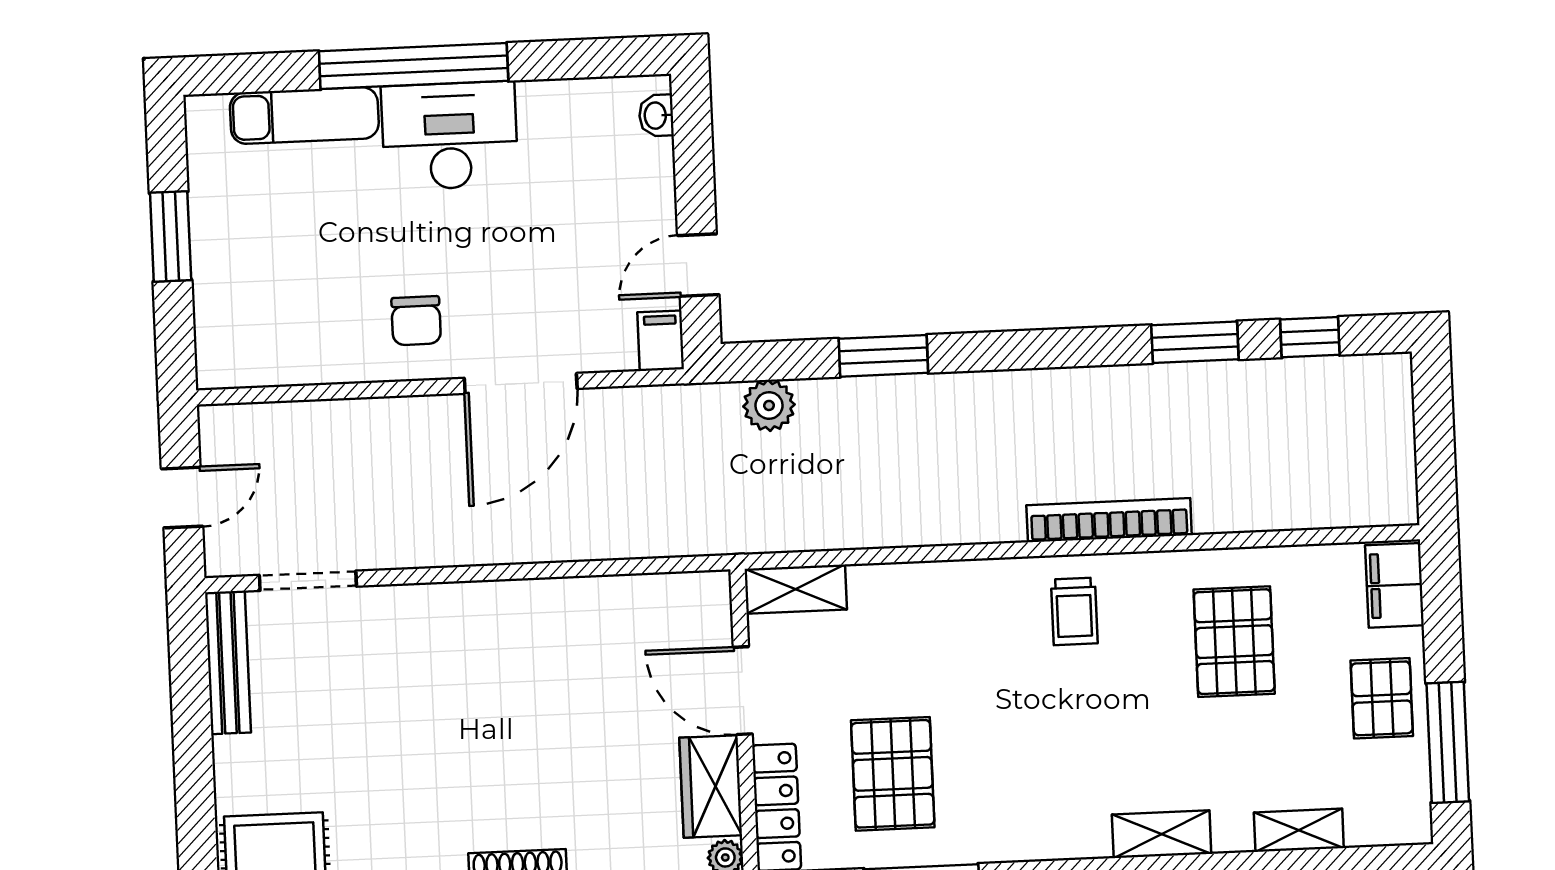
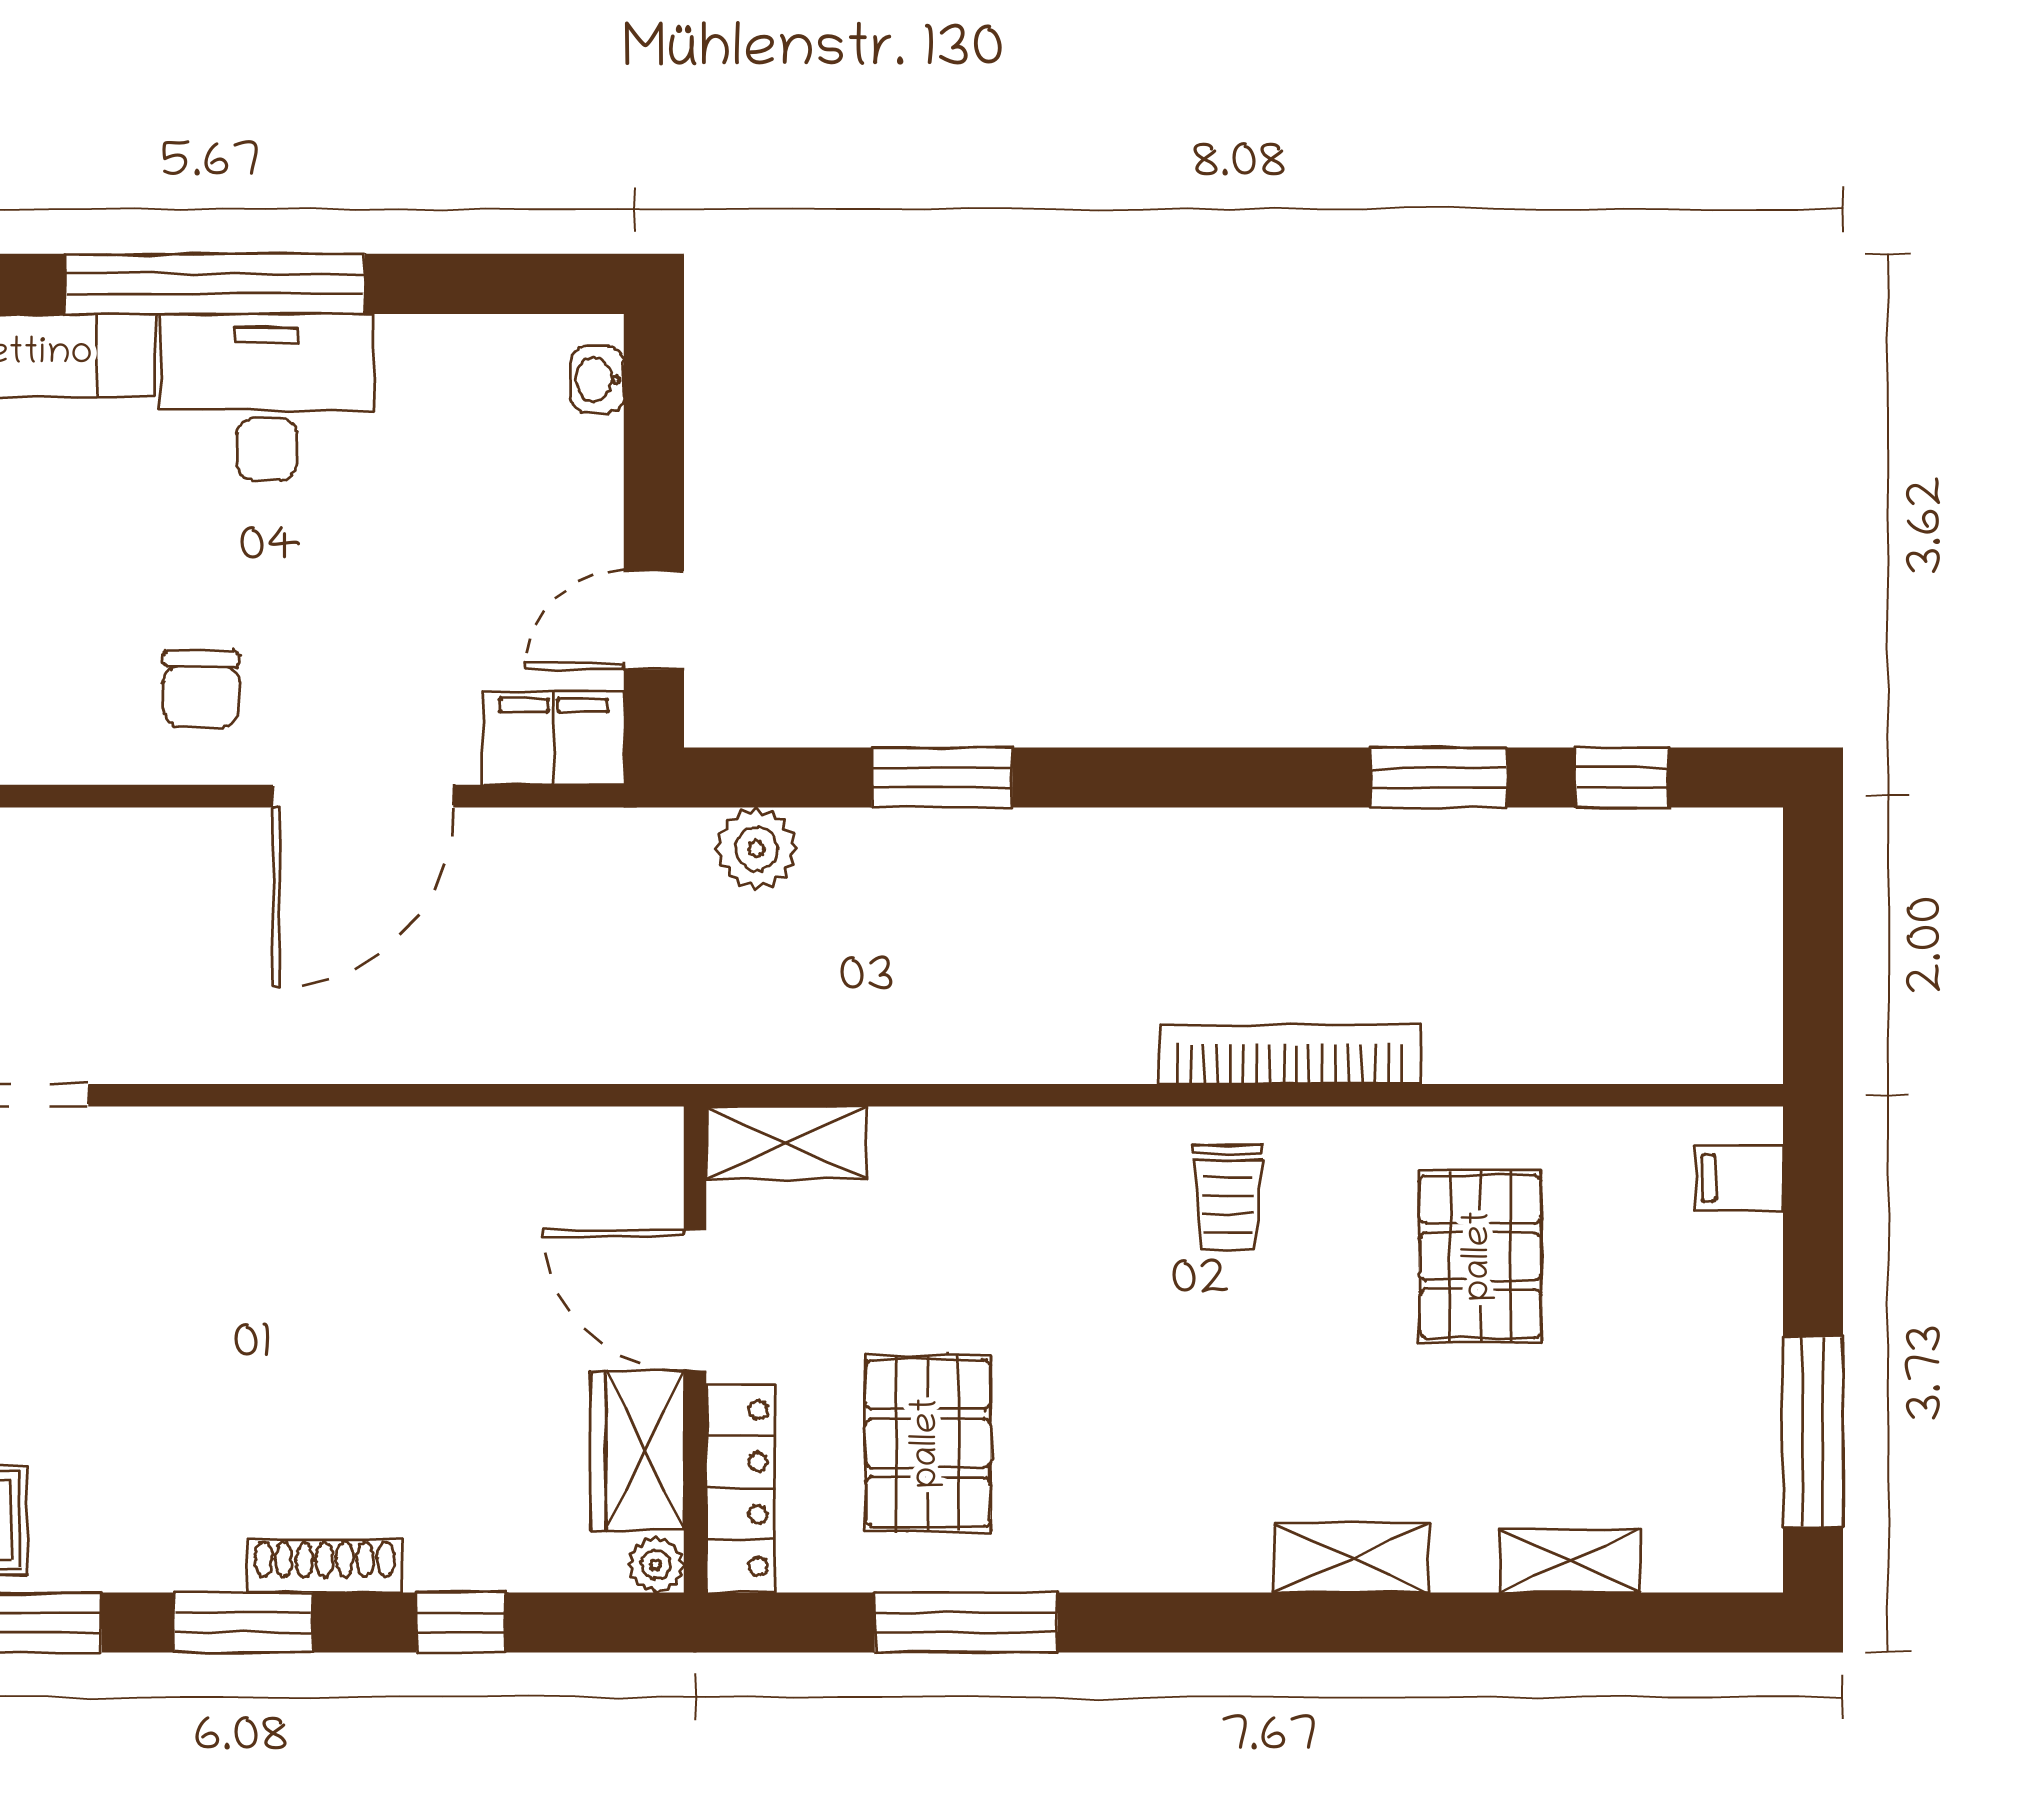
filing cabinet: (661, 341) -> (553, 738), width x2.00
filing cabinet: (1395, 585) -> (1739, 1178), width x0.50
pallet: (1382, 698) -> (1711, 1357), removed

